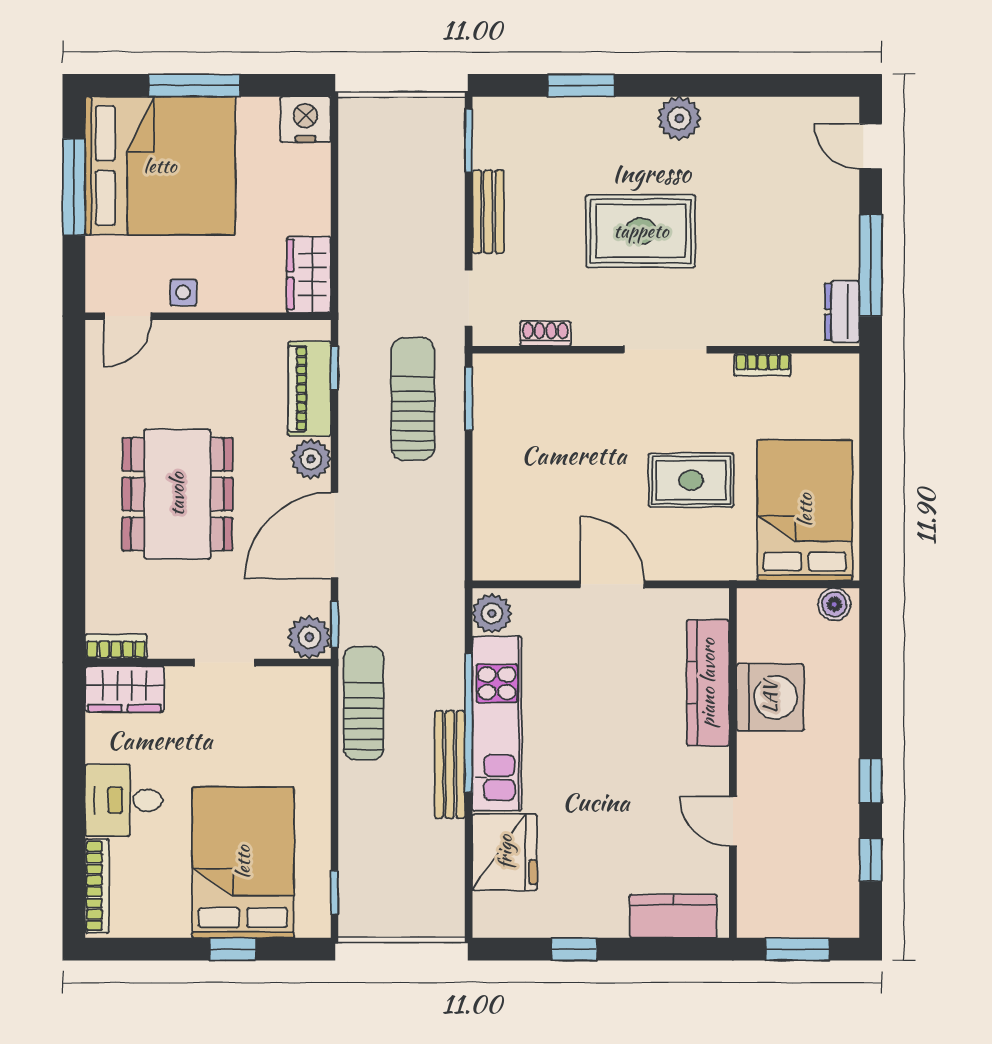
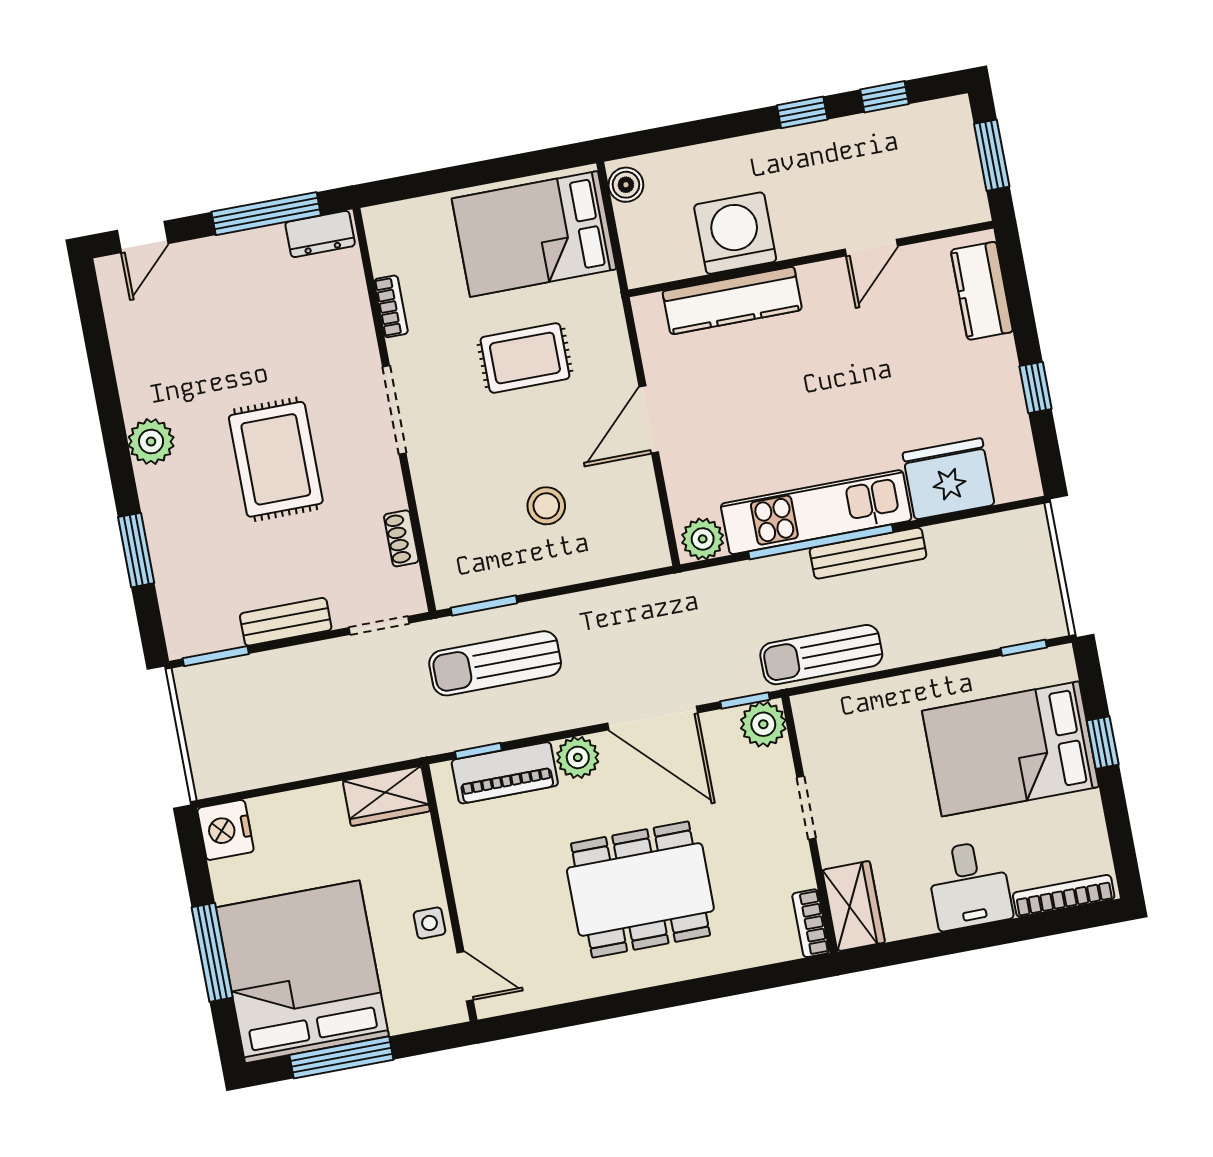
stool: (550, 474) -> (546, 506), added
rug: (691, 480) -> (525, 358), turned 90

